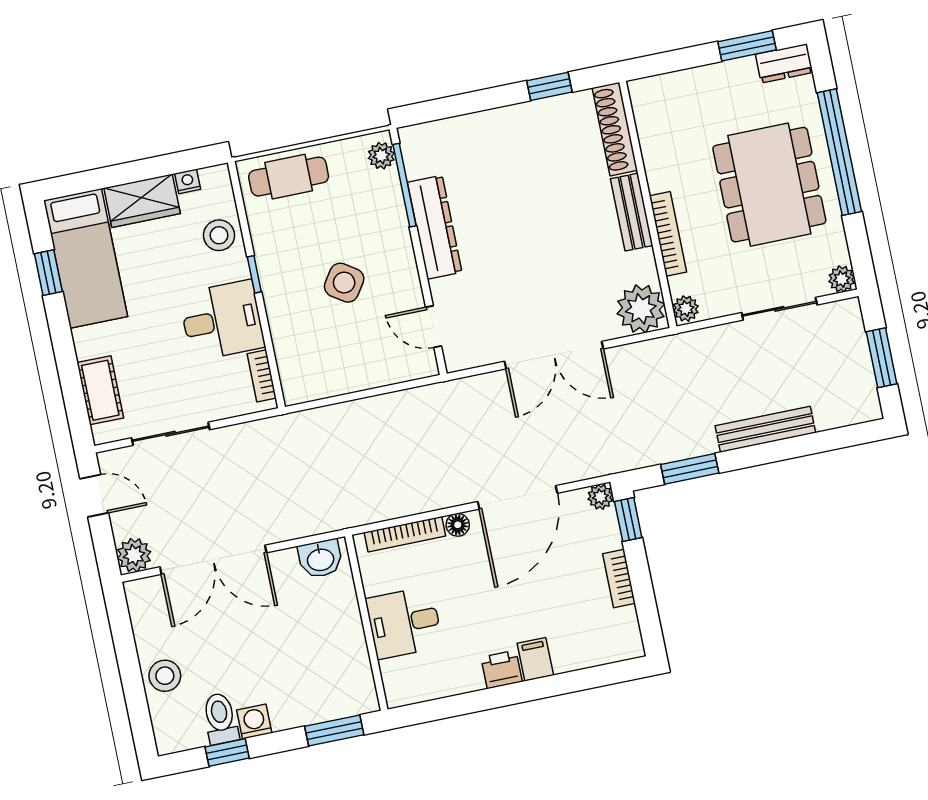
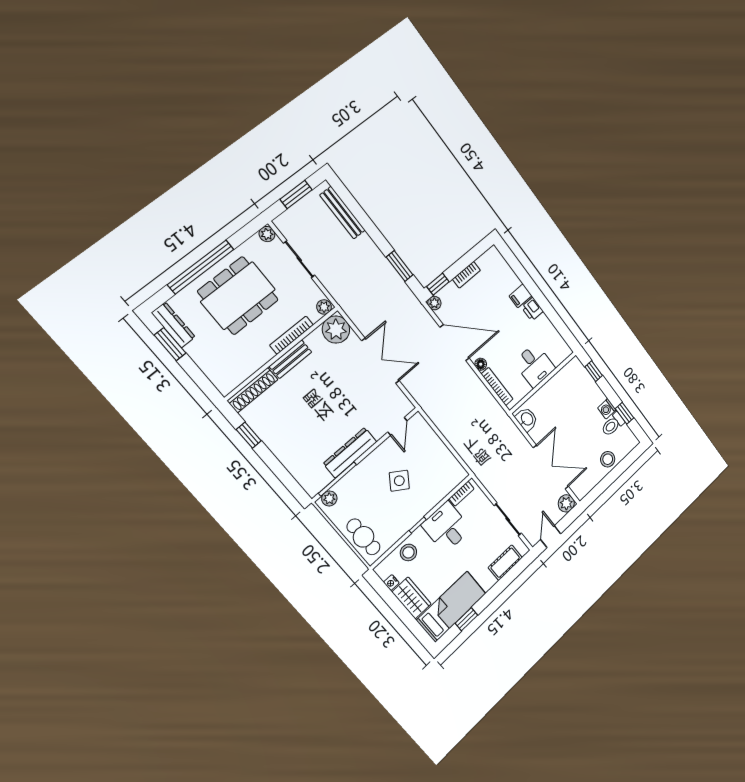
dresser: (784, 63) -> (173, 325), width x1.44
bench: (765, 429) -> (343, 213), moved
window: (334, 730) -> (594, 371), width x0.67

